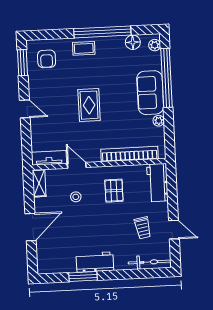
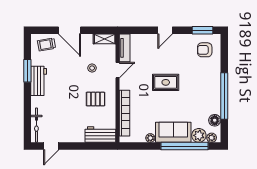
coffee table: (84, 48) -> (212, 80), removed
plant: (153, 61) -> (199, 135), added
trolley: (143, 228) -> (46, 44), moved
door: (174, 230) -> (51, 146), moved

